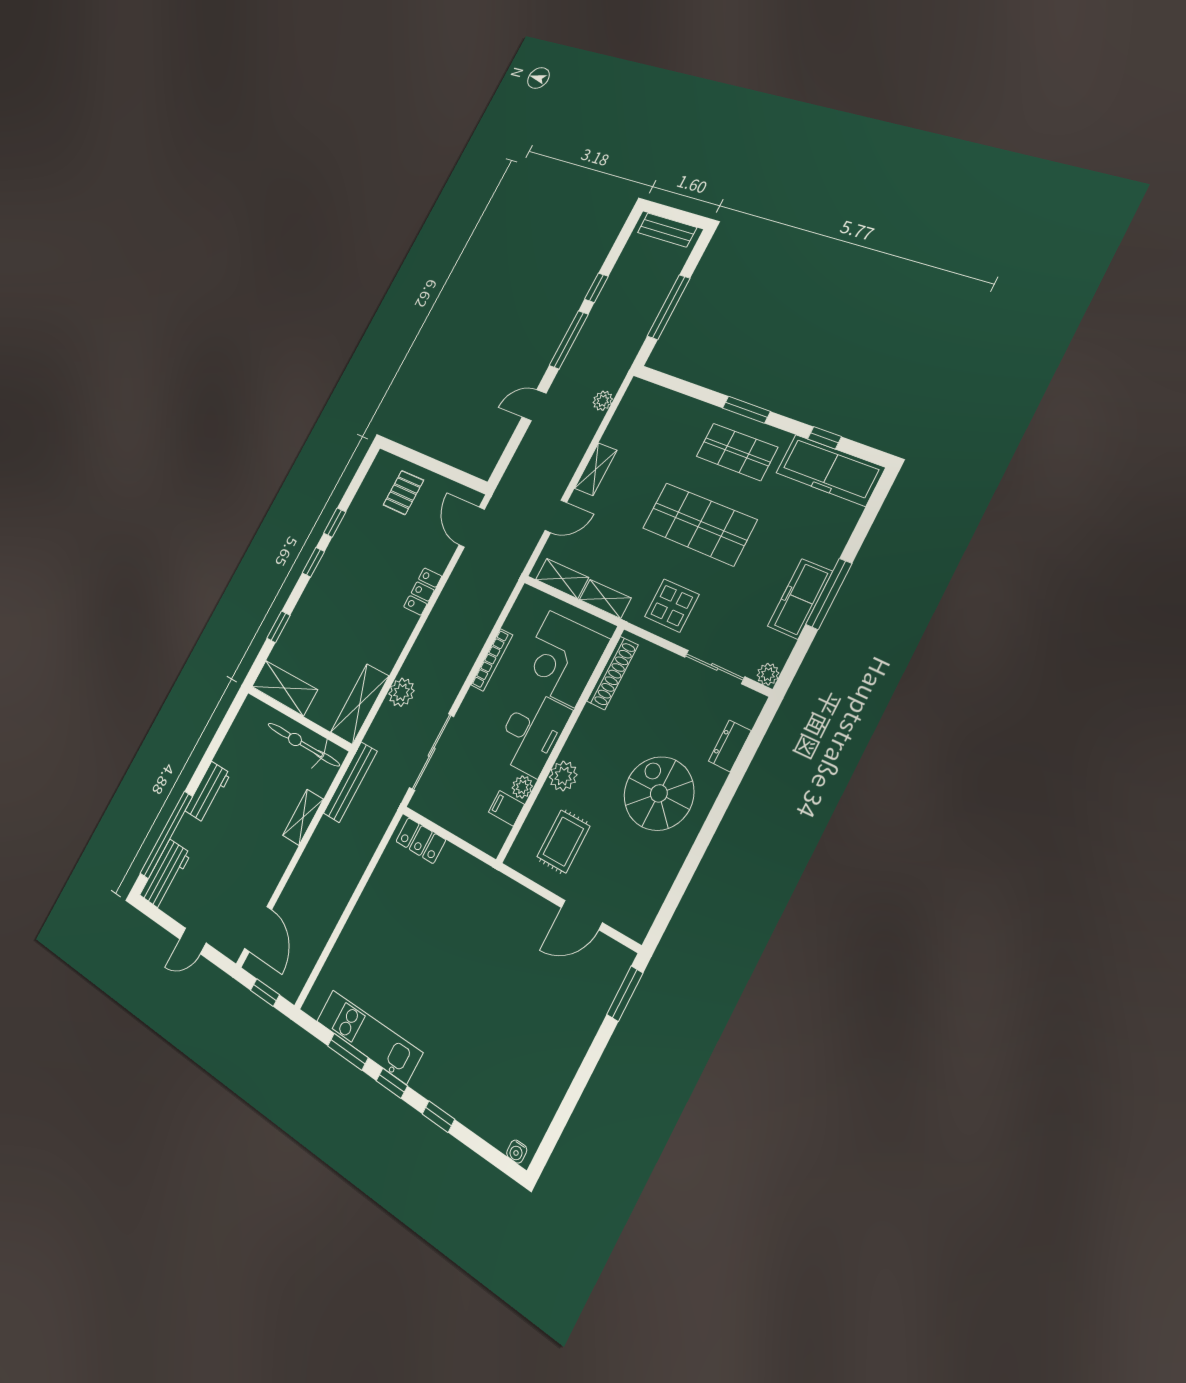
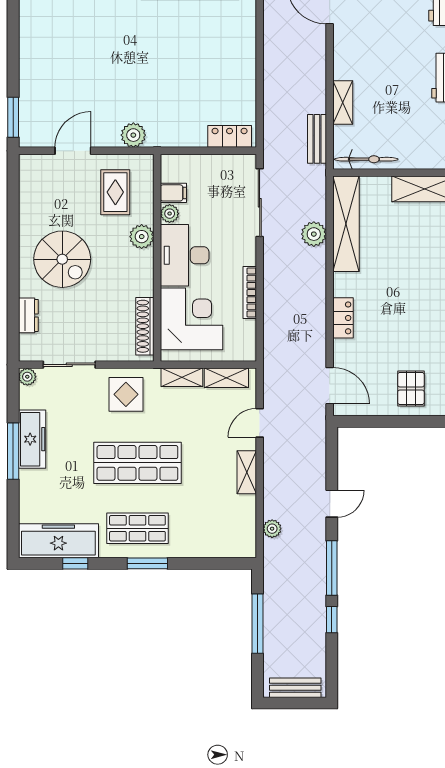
shelving: (360, 704) -> (346, 224), width x1.47
bicycle: (303, 744) -> (366, 159), width x0.73, depth x0.71
bench: (350, 782) -> (317, 139), width x0.73
plant: (511, 897) -> (133, 135), added

